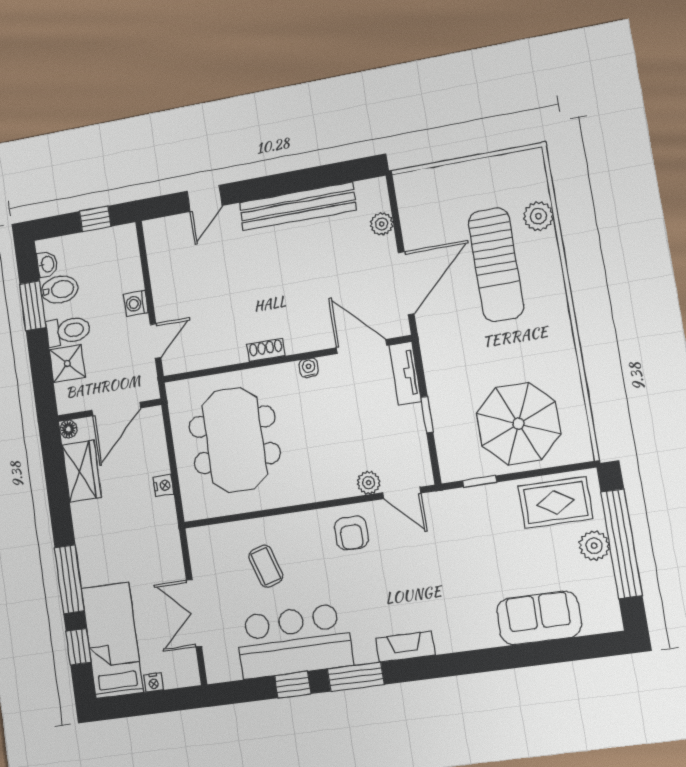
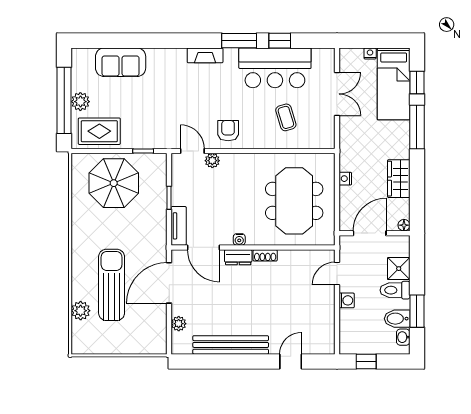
dresser: (306, 340) -> (238, 257), added
wardrobe: (82, 471) -> (399, 179), moved

